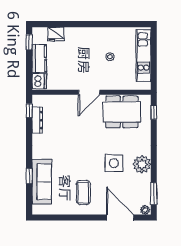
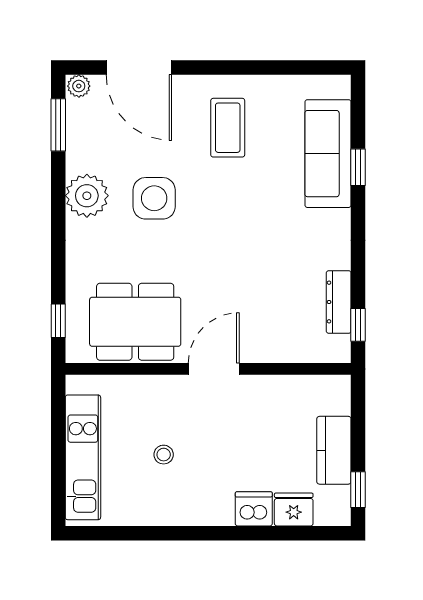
dishwasher: (39, 81) -> (254, 509), moved, turned 90

